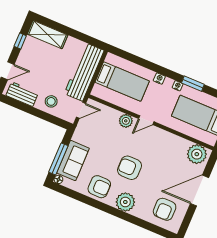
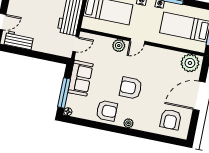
stool: (51, 101) -> (47, 42), removed
sofa: (73, 161) -> (80, 78), moved
plant: (125, 202) -> (128, 123), width x0.53, depth x0.53

